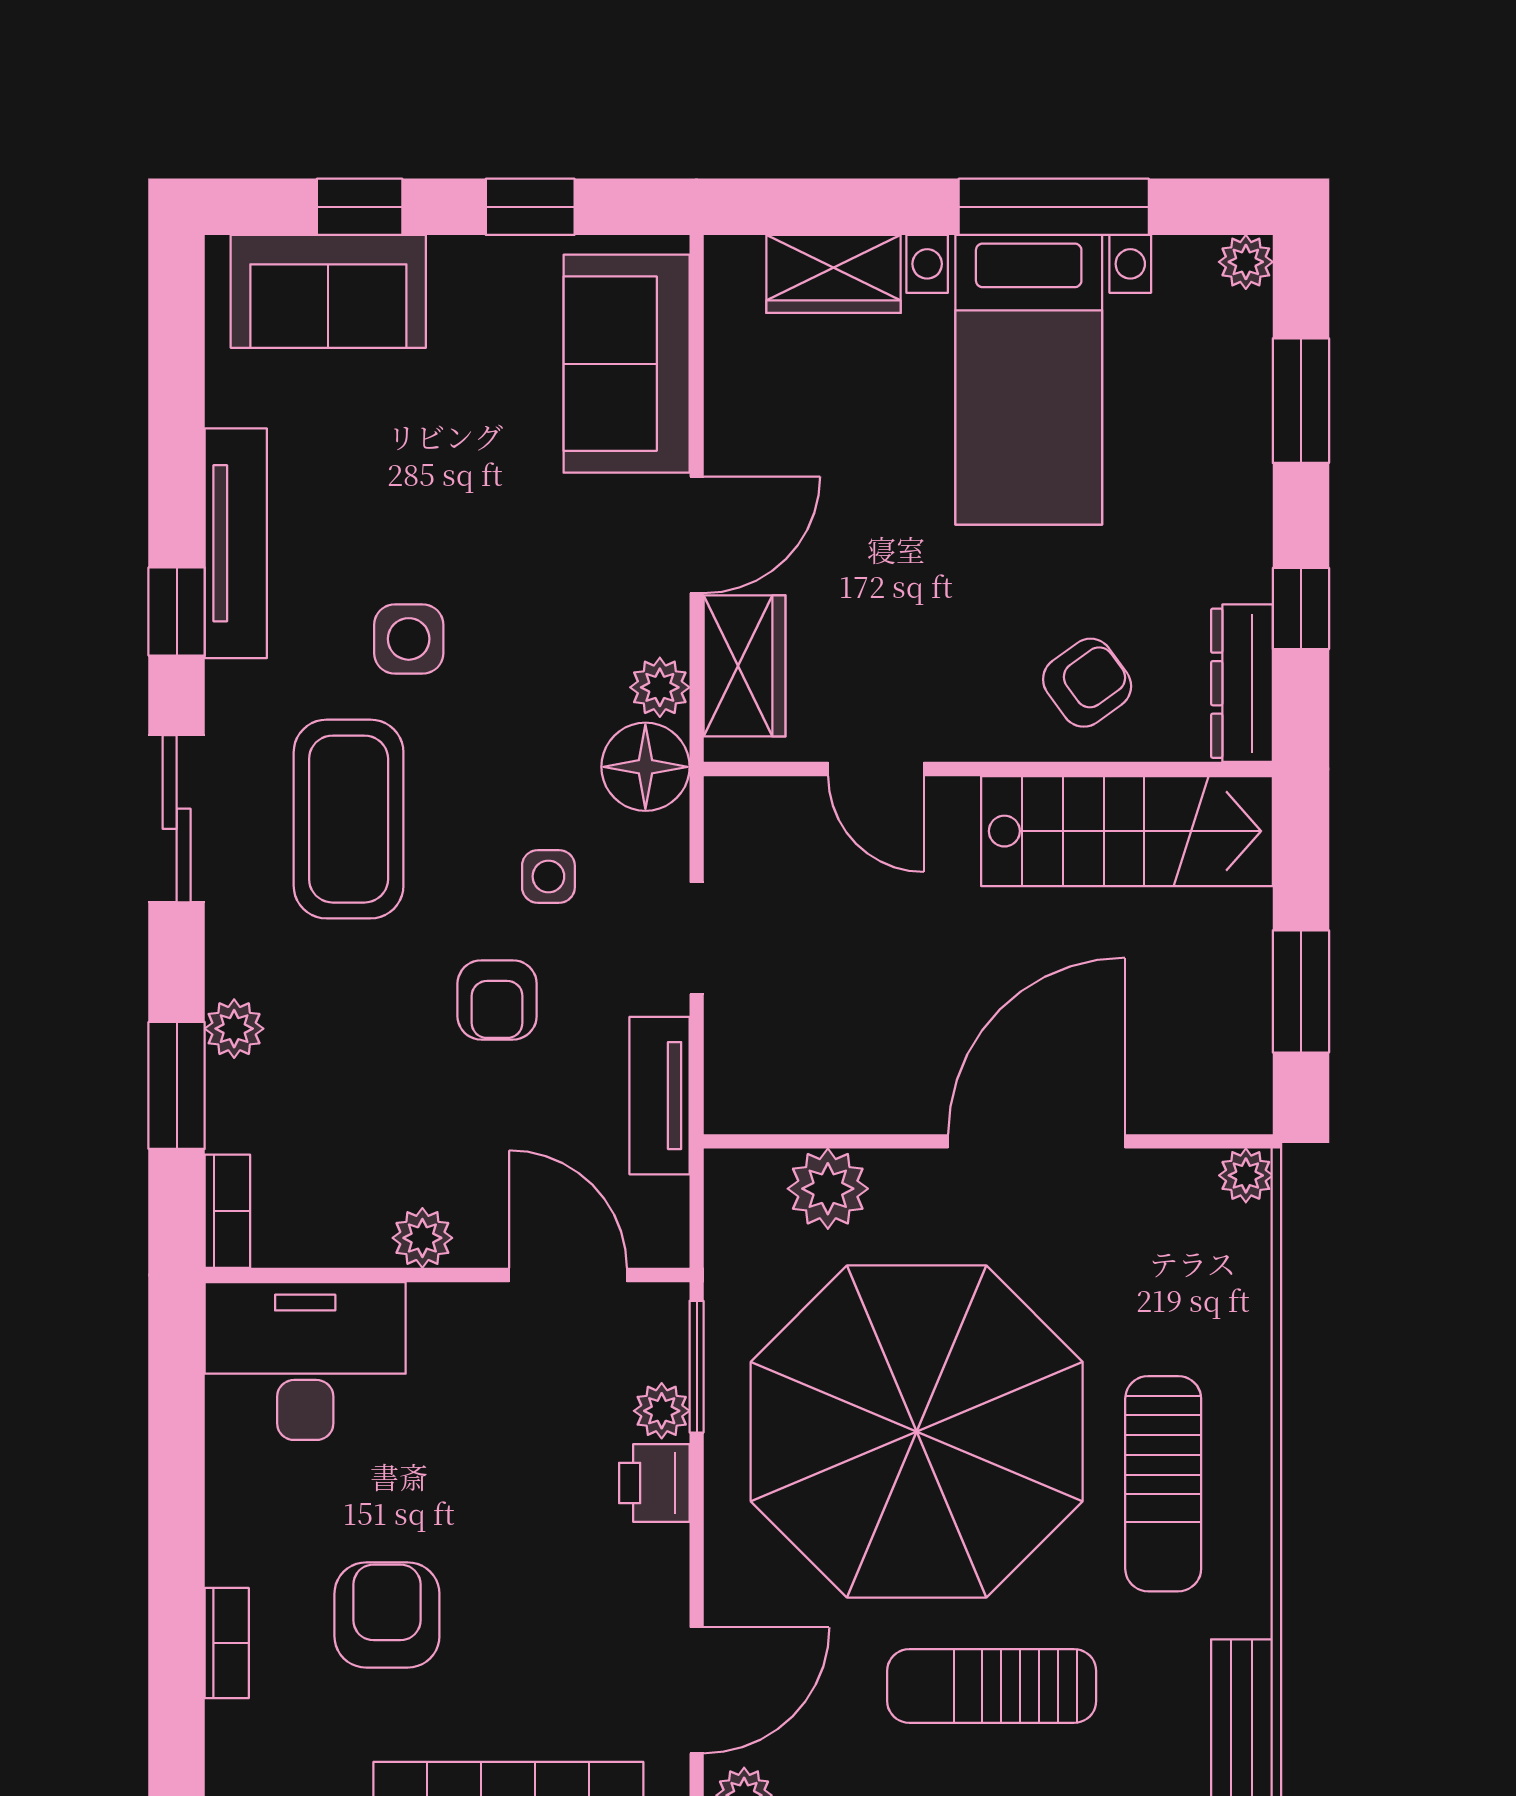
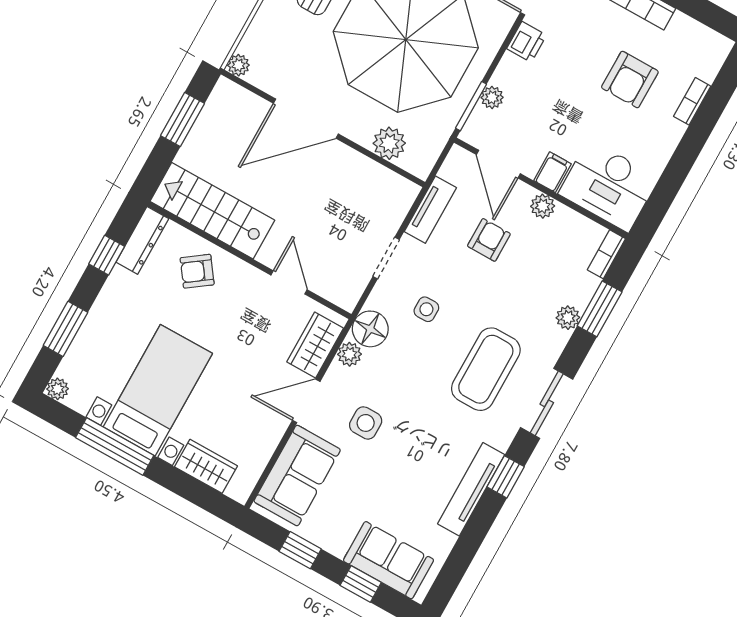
side table: (409, 639) -> (366, 423), moved
armchair: (497, 1000) -> (489, 240), moved
filing cabinet: (442, 1323) -> (553, 172), added
printer: (654, 1483) -> (527, 42), moved

